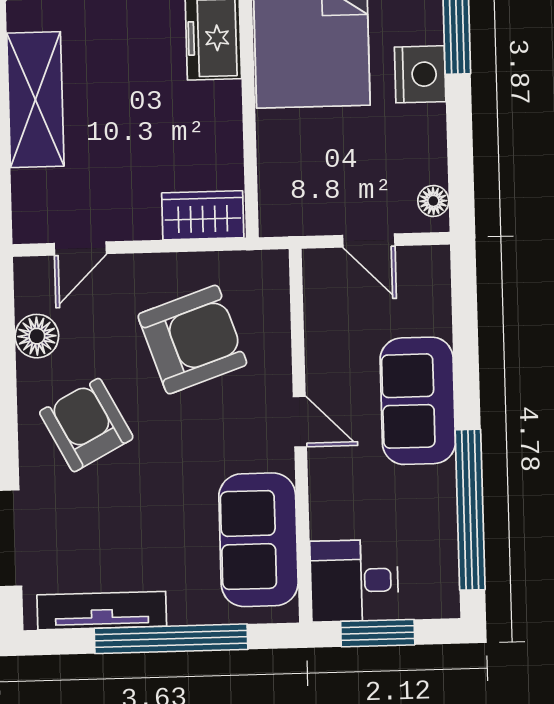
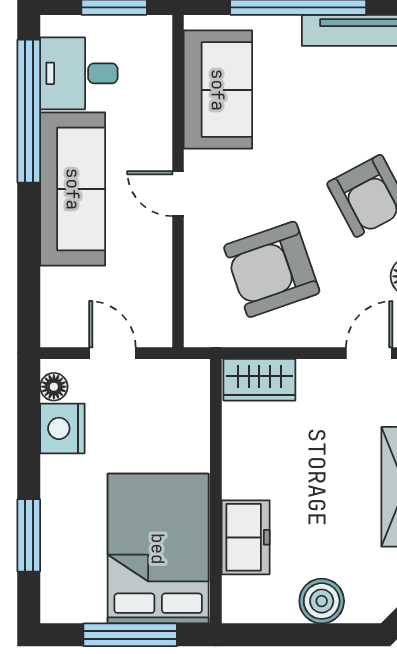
nightstand: (420, 74) -> (62, 428), moved
sofa: (418, 401) -> (73, 189), width x1.36
desk: (354, 581) -> (79, 73), moved, turned 180

